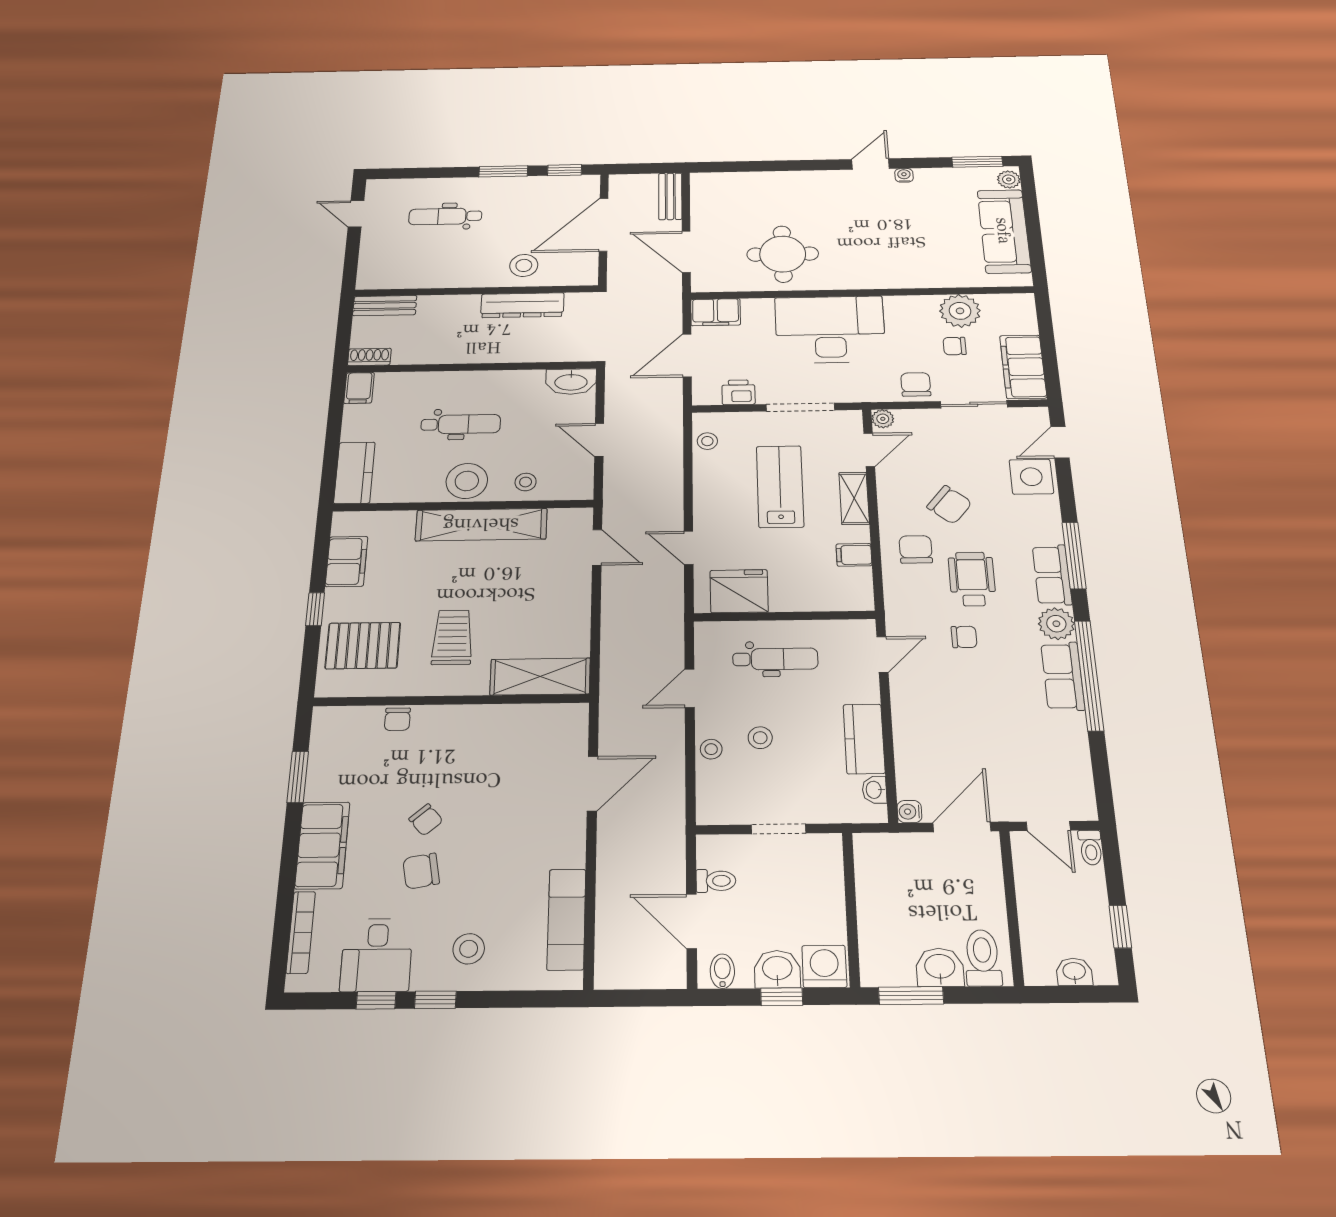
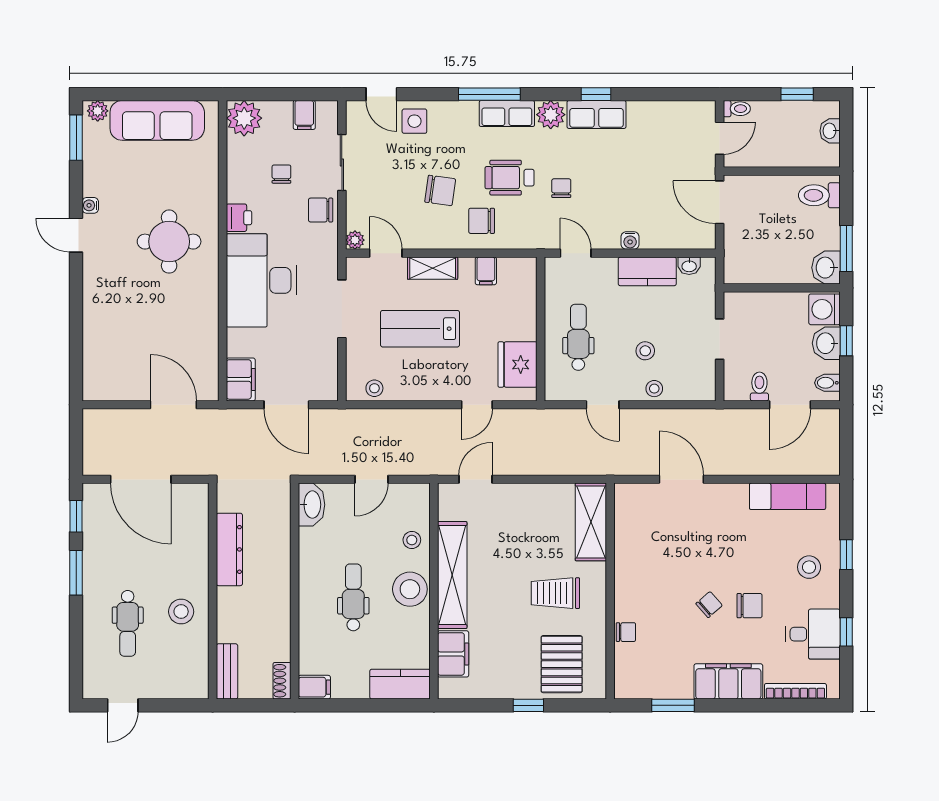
bench: (670, 196) -> (109, 419), removed
door: (686, 252) -> (173, 405), swing flipped
round table: (783, 254) -> (169, 242), moved
stool: (524, 265) -> (181, 612), moved
plant: (960, 311) -> (244, 118), moved
chair: (955, 346) -> (281, 174), turned 180
filing cabinet: (1023, 367) -> (304, 115), width x0.33, depth x0.86
printer: (738, 392) -> (239, 218), moved, turned 180
side table: (1031, 477) -> (414, 121), width x0.73, depth x0.73
chair: (949, 505) -> (440, 190), turned 59
filing cabinet: (347, 561) -> (453, 654), moved, turned 90
window: (1089, 675) -> (596, 94), width x0.32
water cooler: (909, 812) -> (630, 241), moved
chair: (421, 871) -> (749, 606), turned -80
washbasin: (940, 967) -> (826, 268), moved
window: (435, 1000) -> (846, 555), moved

